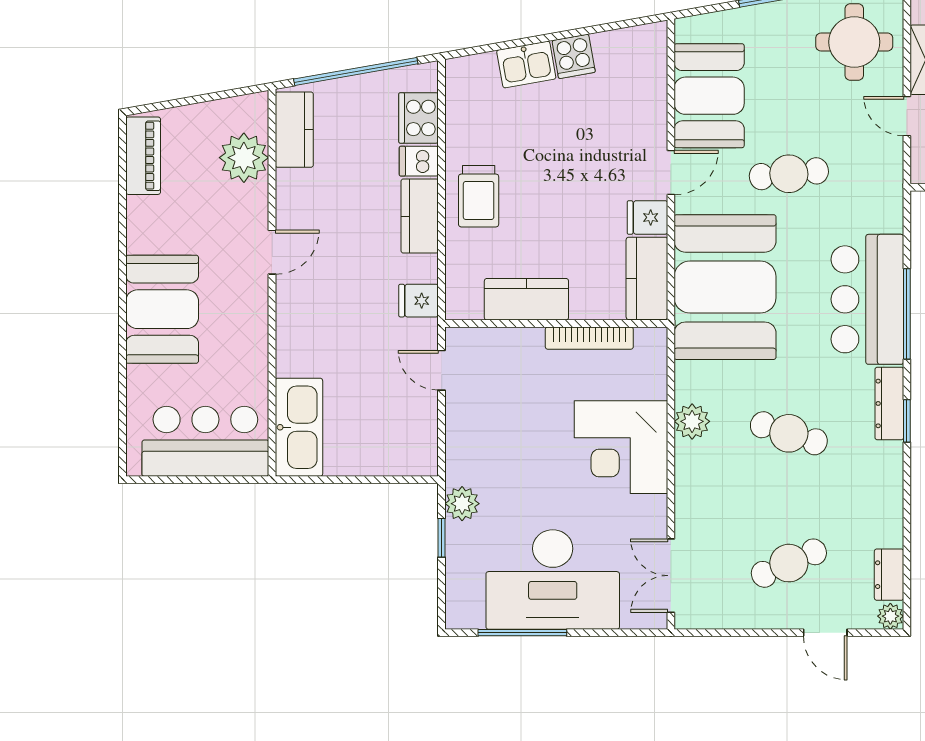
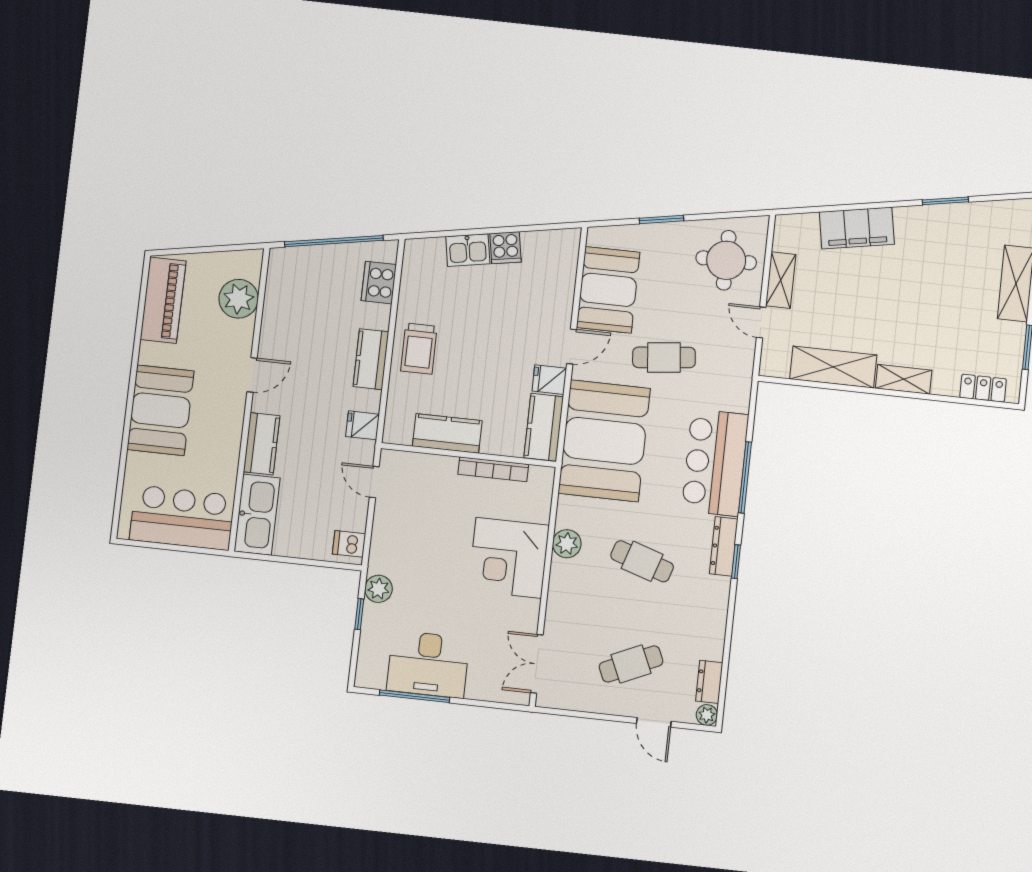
kitchen counter: (294, 130) -> (262, 444), moved
piano: (143, 156) -> (163, 300), width x1.37, depth x1.33
dishwasher: (419, 161) -> (349, 544), moved
desk: (553, 579) -> (428, 664), width x0.73, depth x0.77

